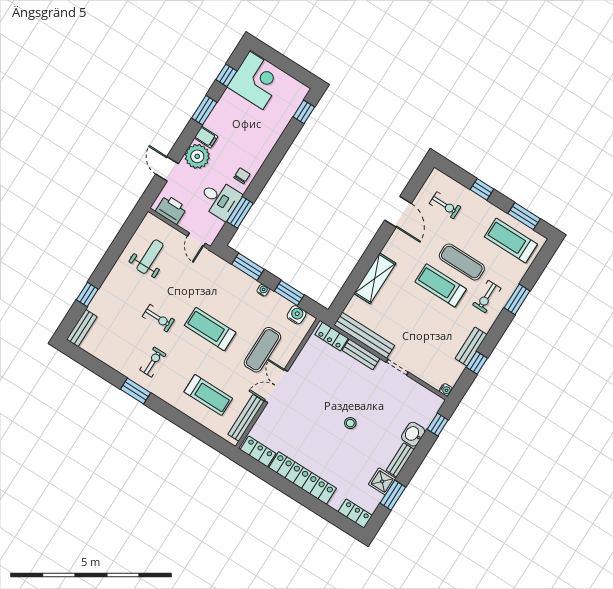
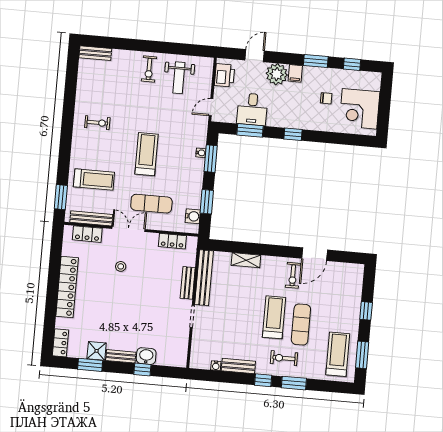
corner desk: (256, 80) -> (359, 109), moved, turned 90
window: (304, 112) -> (293, 134), moved
chair: (242, 176) -> (326, 98), moved
exercise bike: (445, 205) -> (293, 275), moved
weight bench: (150, 257) -> (179, 78), turned 90
shelving: (375, 278) -> (246, 260), width x0.67, depth x0.75
water cooler: (263, 290) -> (201, 153), moved
window: (87, 294) -> (124, 44), removed
exercise bike: (158, 318) -> (149, 69), moved
locker: (332, 336) -> (172, 241), moved, turned -90
window: (477, 363) -> (263, 380), moved
water cooler: (446, 390) -> (216, 366), moved
window: (136, 391) -> (61, 197), moved
treadmill: (208, 395) -> (94, 180), turned -90
stool: (350, 423) -> (121, 266), moved
window: (438, 425) -> (142, 370), moved
locker: (258, 451) -> (87, 234), moved, turned 90

